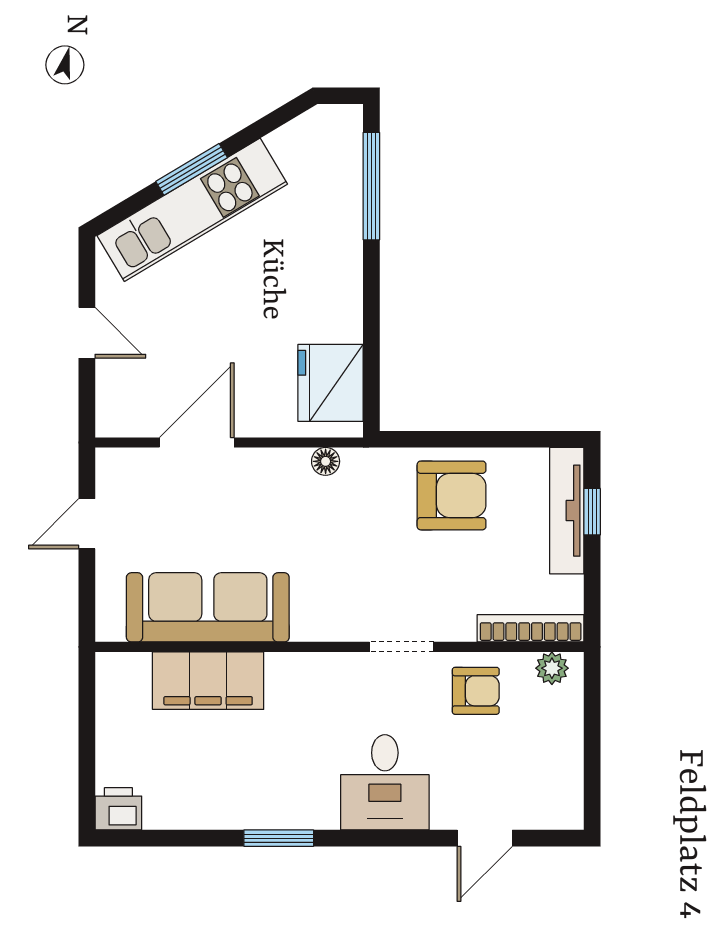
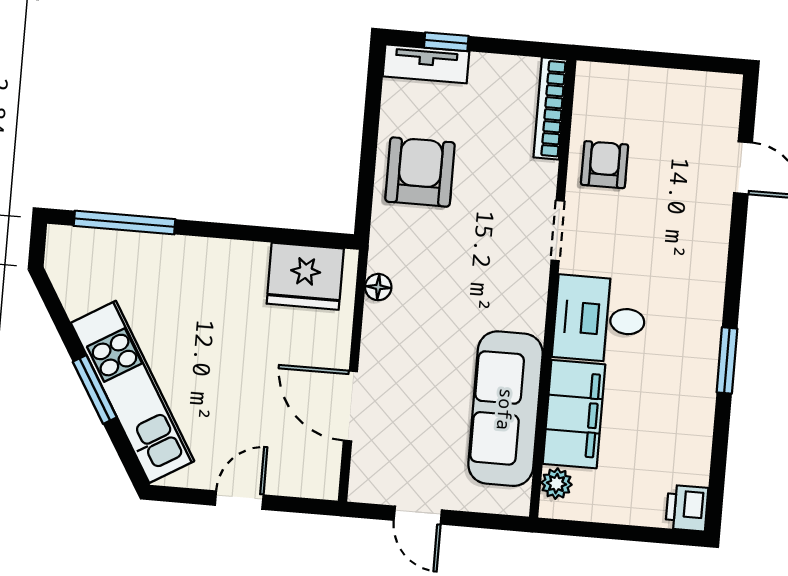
tv unit: (567, 511) -> (426, 64), width x0.71
plant: (552, 668) -> (556, 484), moved
desk: (385, 782) -> (600, 319), moved, turned 180

